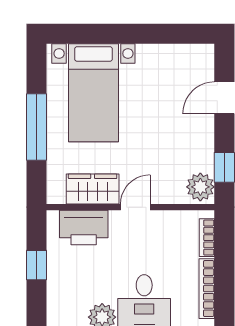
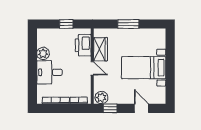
bed with nightstands: (93, 93) -> (144, 68), moved
window: (36, 127) -> (128, 24), width x0.69

